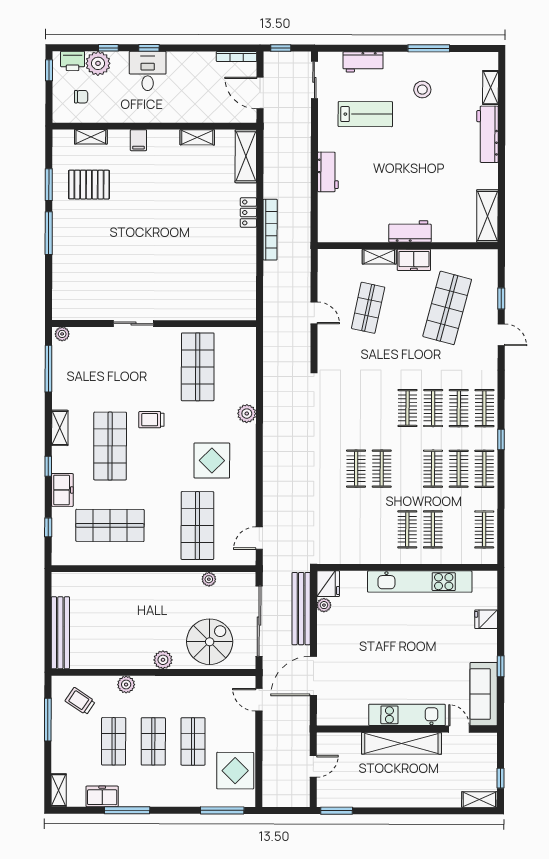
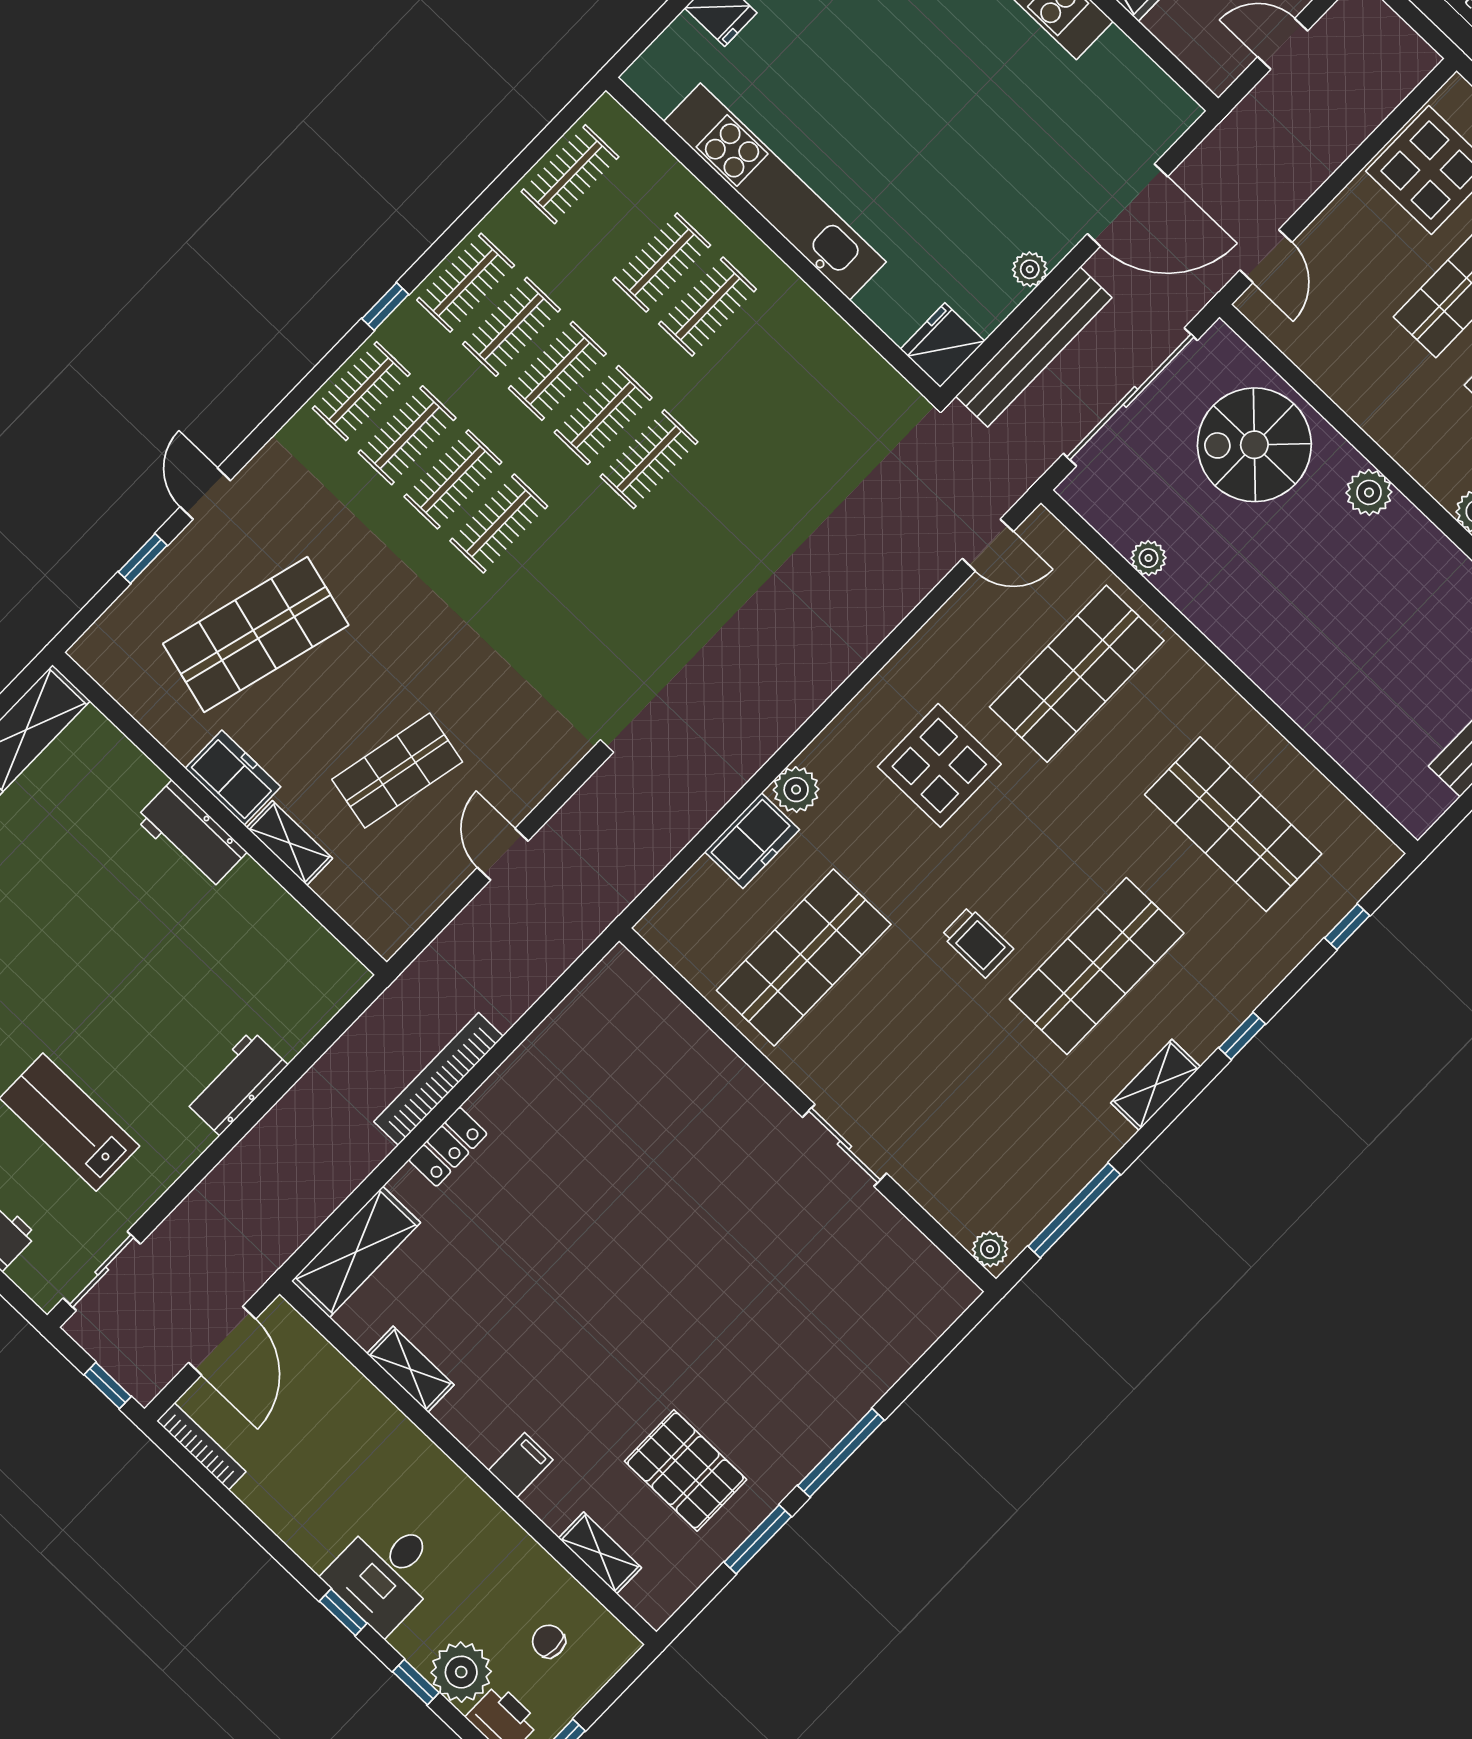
clothes rail: (356, 469) -> (603, 415), moved
freezer: (62, 490) -> (752, 841), moved, turned 180
plant: (324, 605) -> (1030, 269), moved

